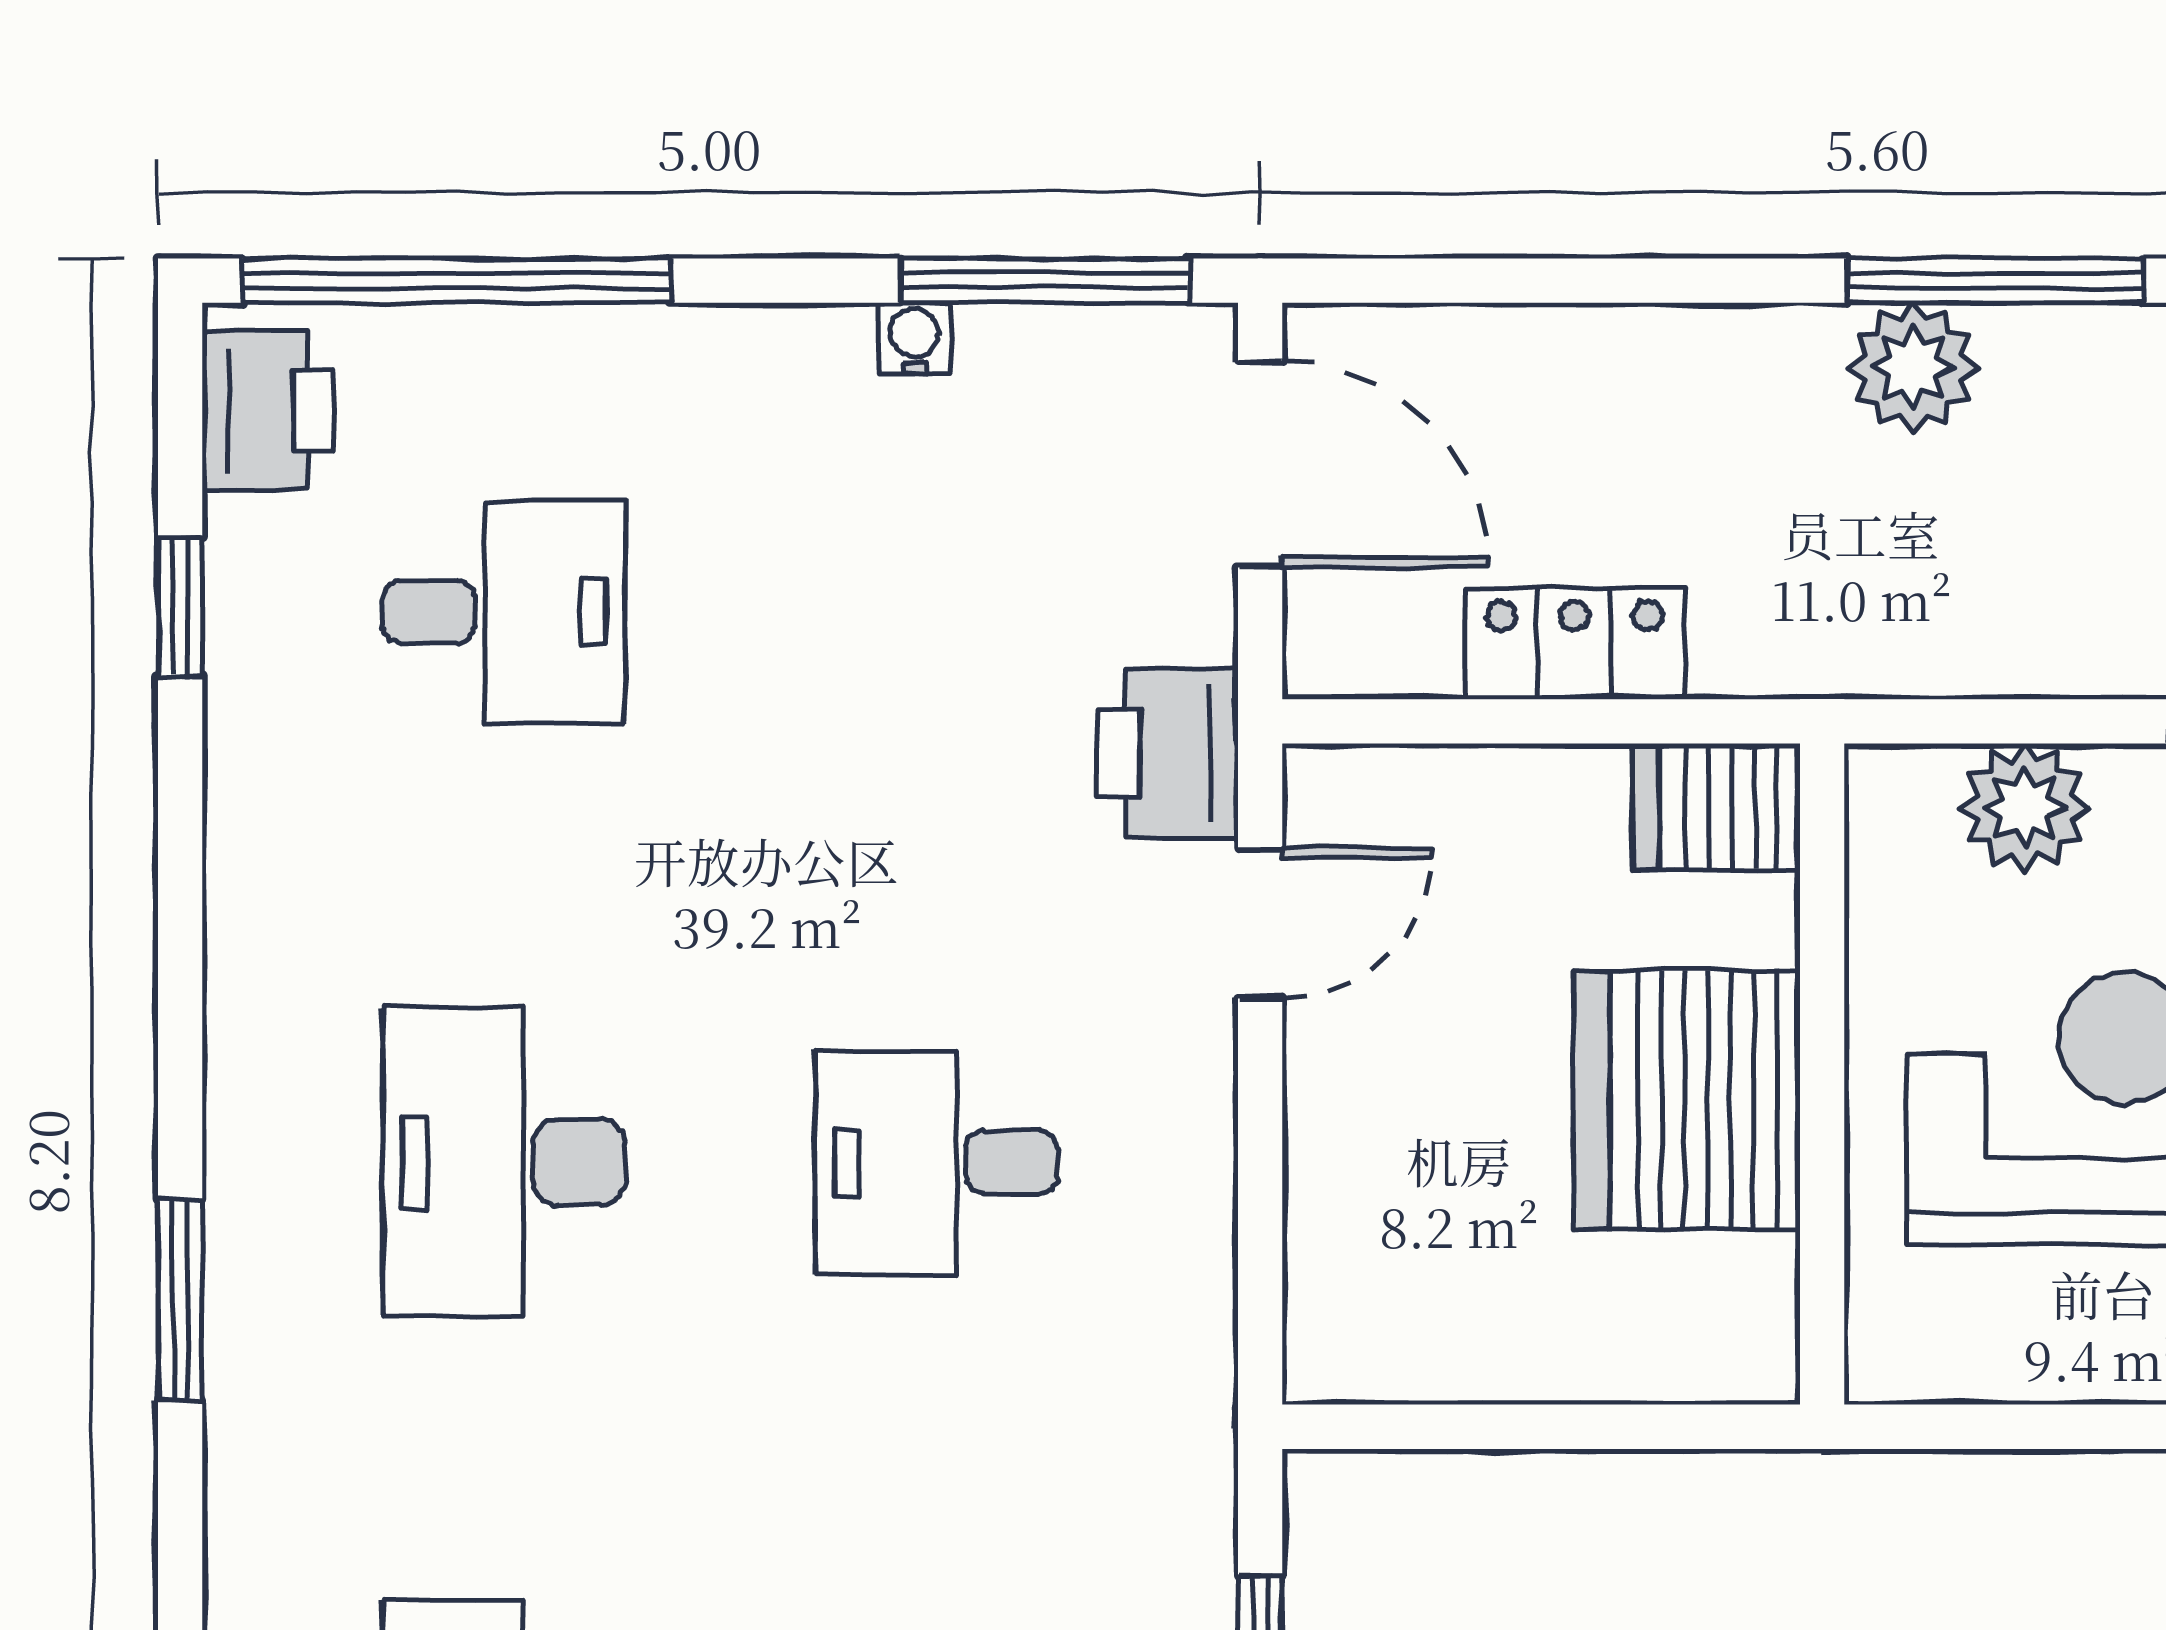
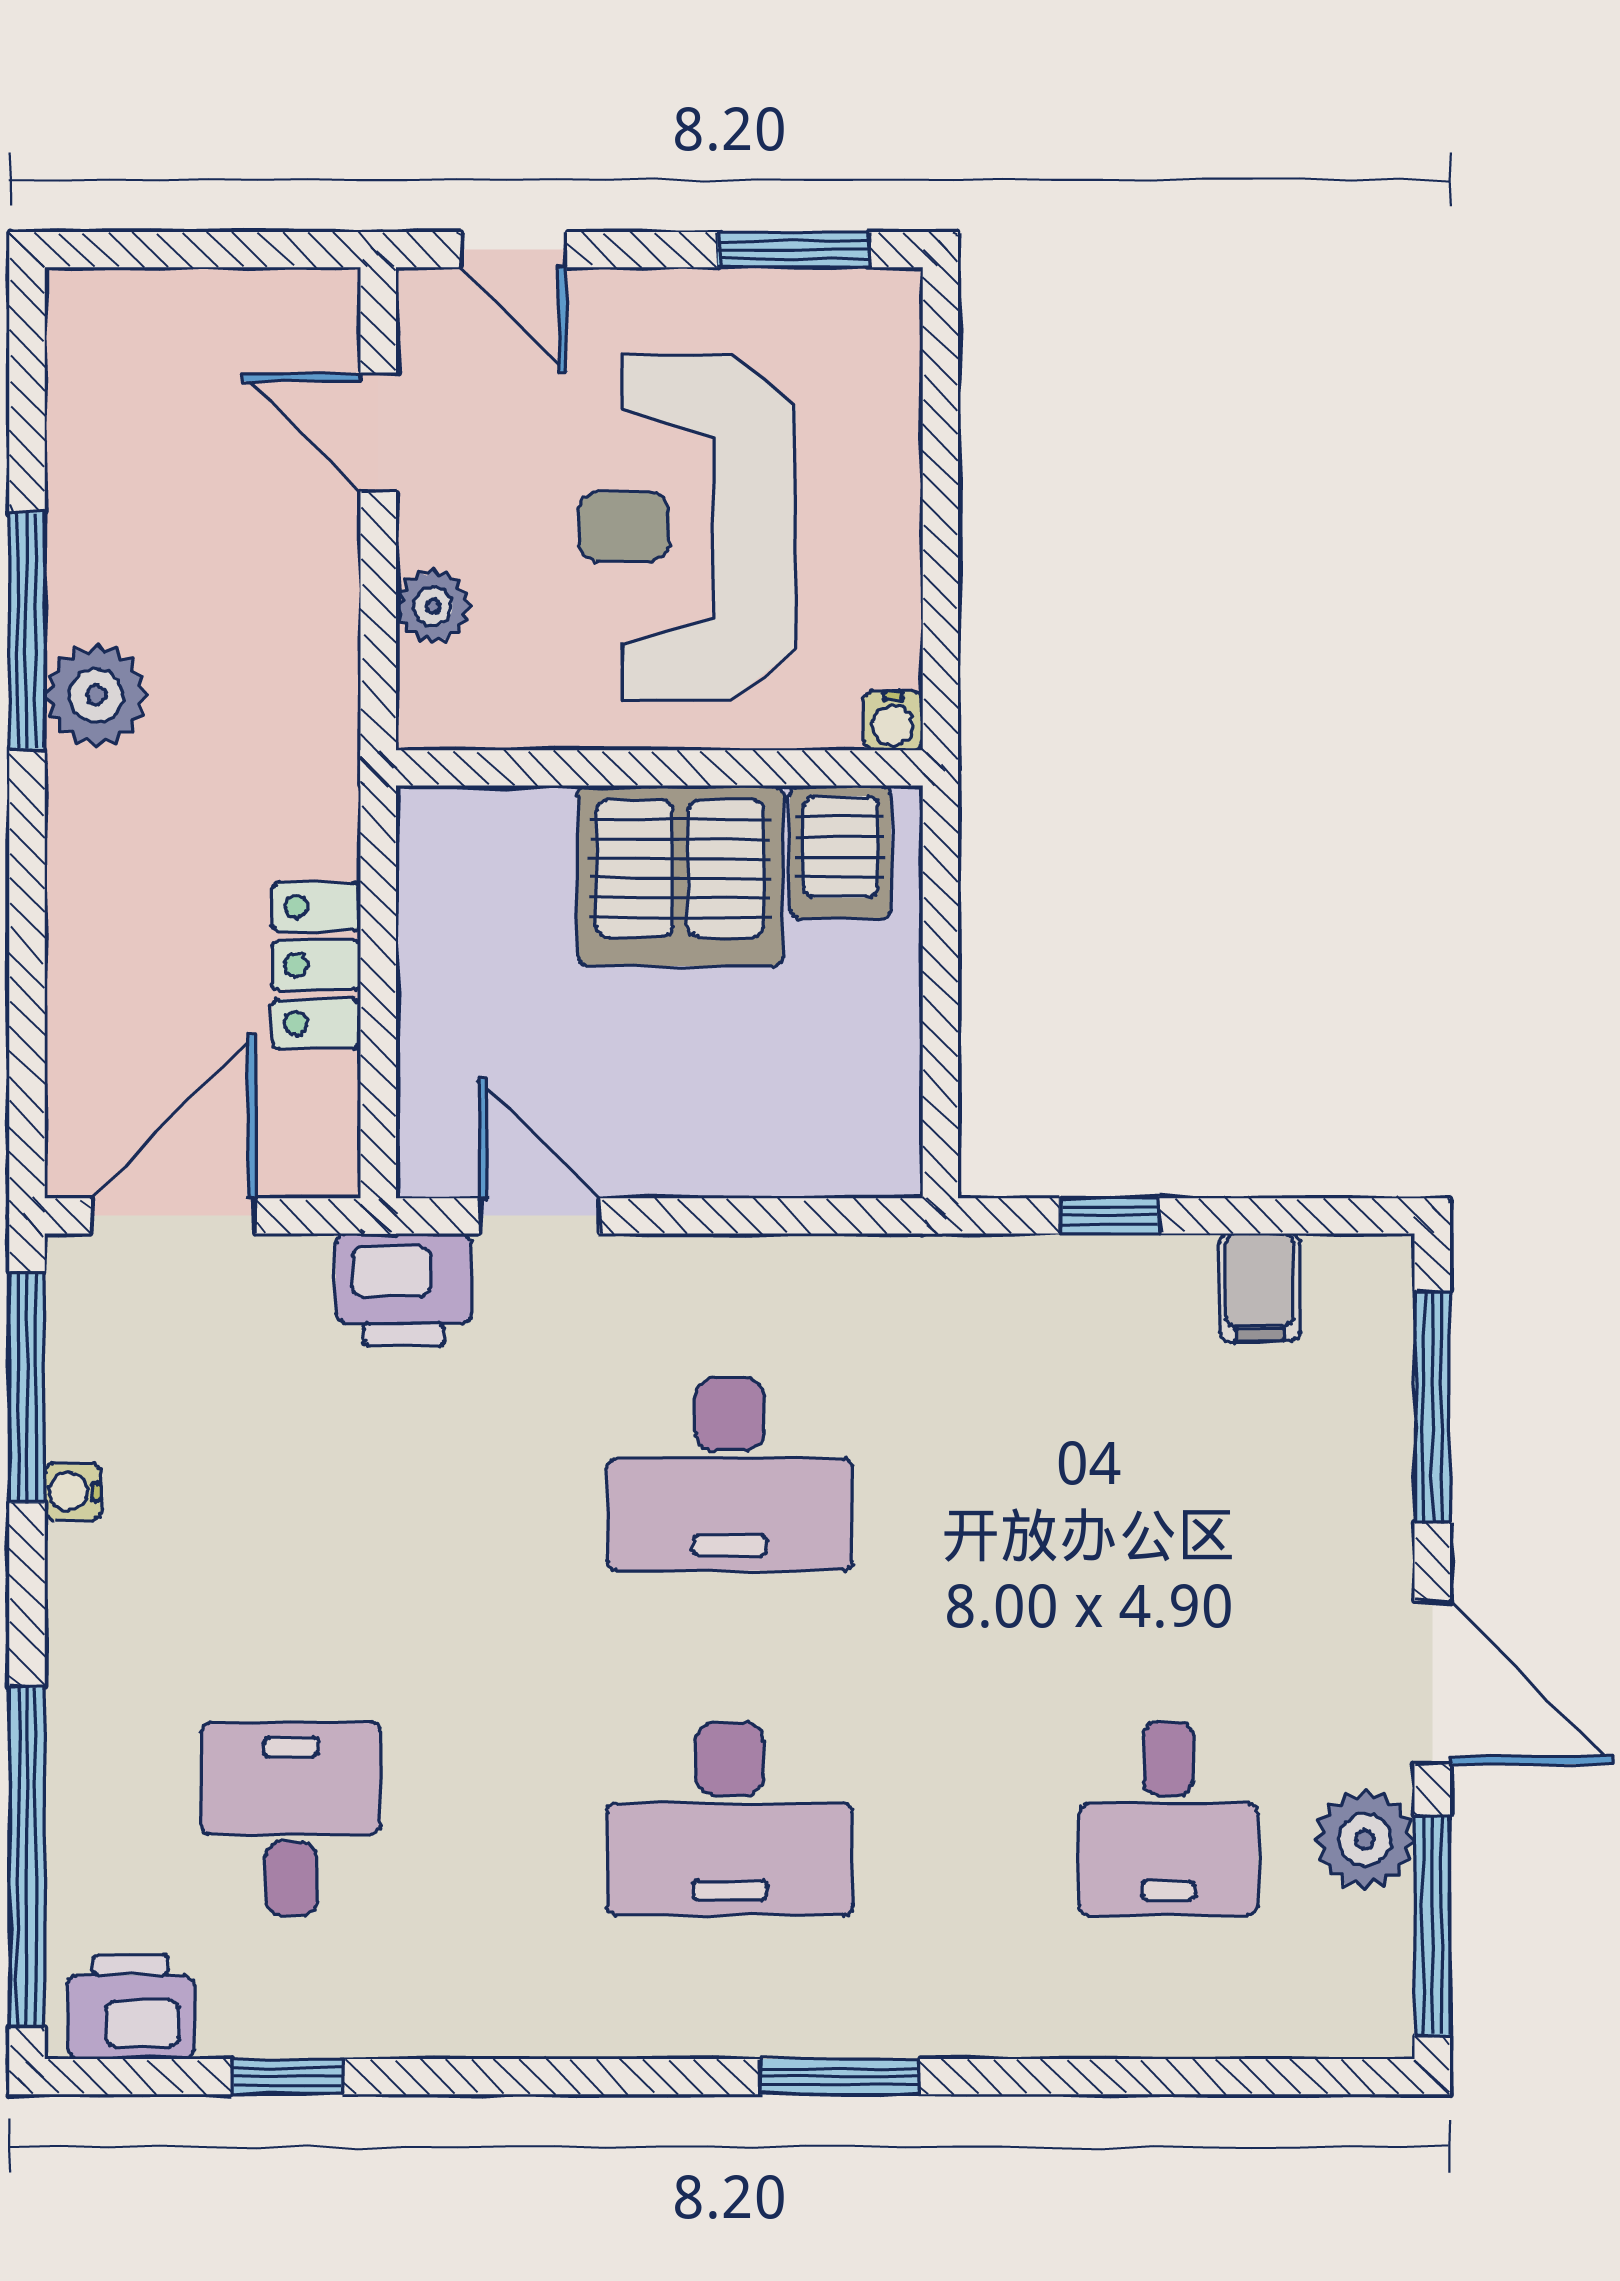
server rack: (1716, 807) -> (841, 852), moved
plant: (2025, 808) -> (433, 606), width x0.73, depth x0.73
desk: (936, 1162) -> (730, 1474), width x1.37
water cooler: (1881, 1367) -> (893, 721), added

